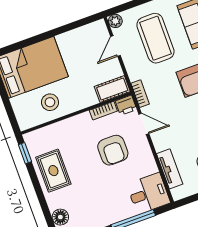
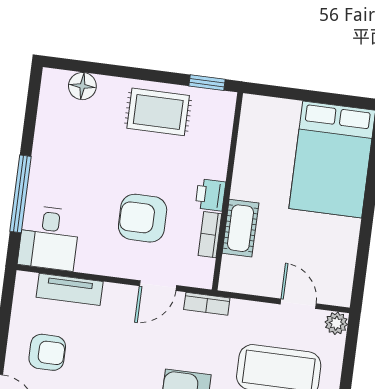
cot: (112, 89) -> (240, 228), moved
stool: (50, 102) -> (265, 160), removed
printer: (126, 105) -> (210, 195), moved

